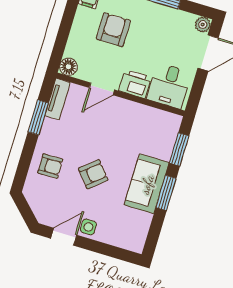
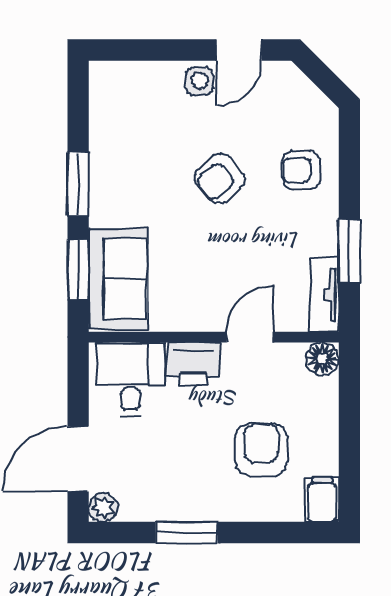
armchair: (113, 30) -> (261, 450), turned 180
sofa: (147, 184) -> (118, 279), moved

